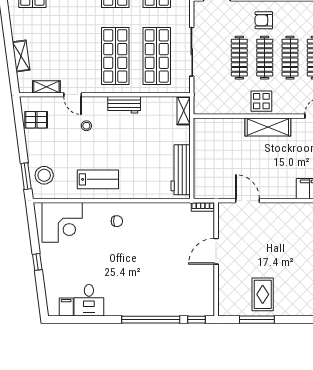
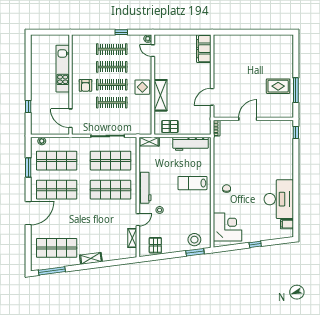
shelving: (21, 56) -> (91, 258), moved
workbench: (124, 105) -> (145, 188), width x1.38
shelving: (268, 127) -> (160, 95), moved
pallet: (205, 140) -> (170, 127), added
lab bench: (98, 179) -> (192, 183), moved, turned -90
door: (216, 251) -> (248, 119), swing flipped
desk: (89, 300) -> (279, 199), width x1.87, depth x1.30
window: (151, 320) -> (296, 165), removed

